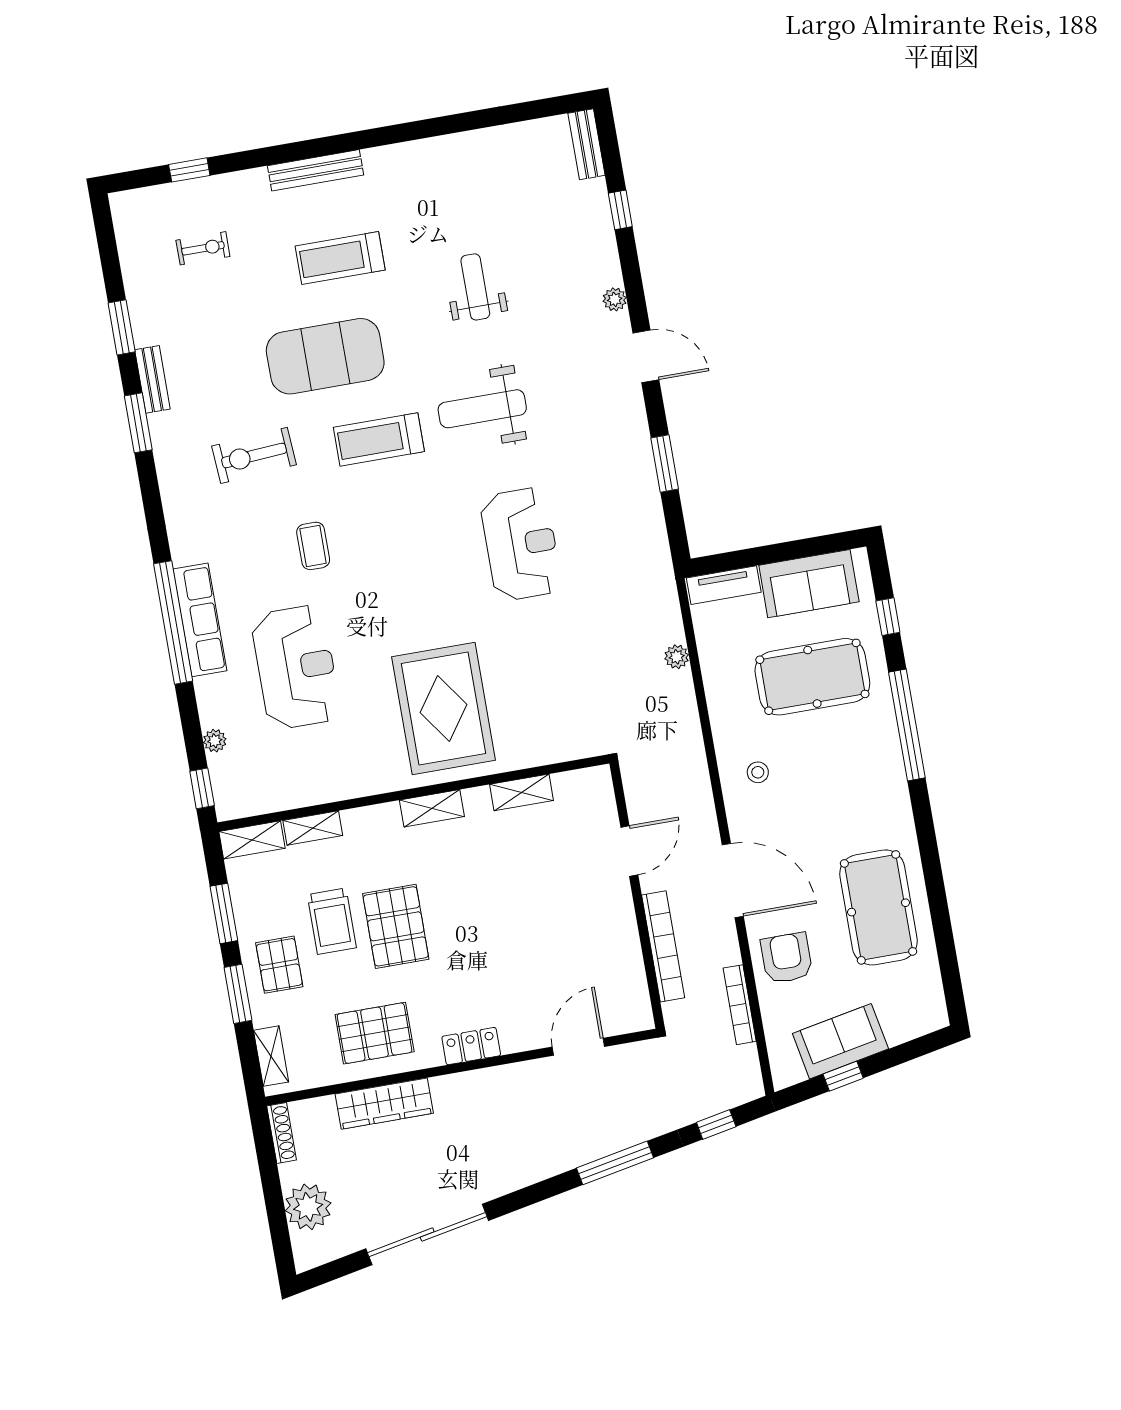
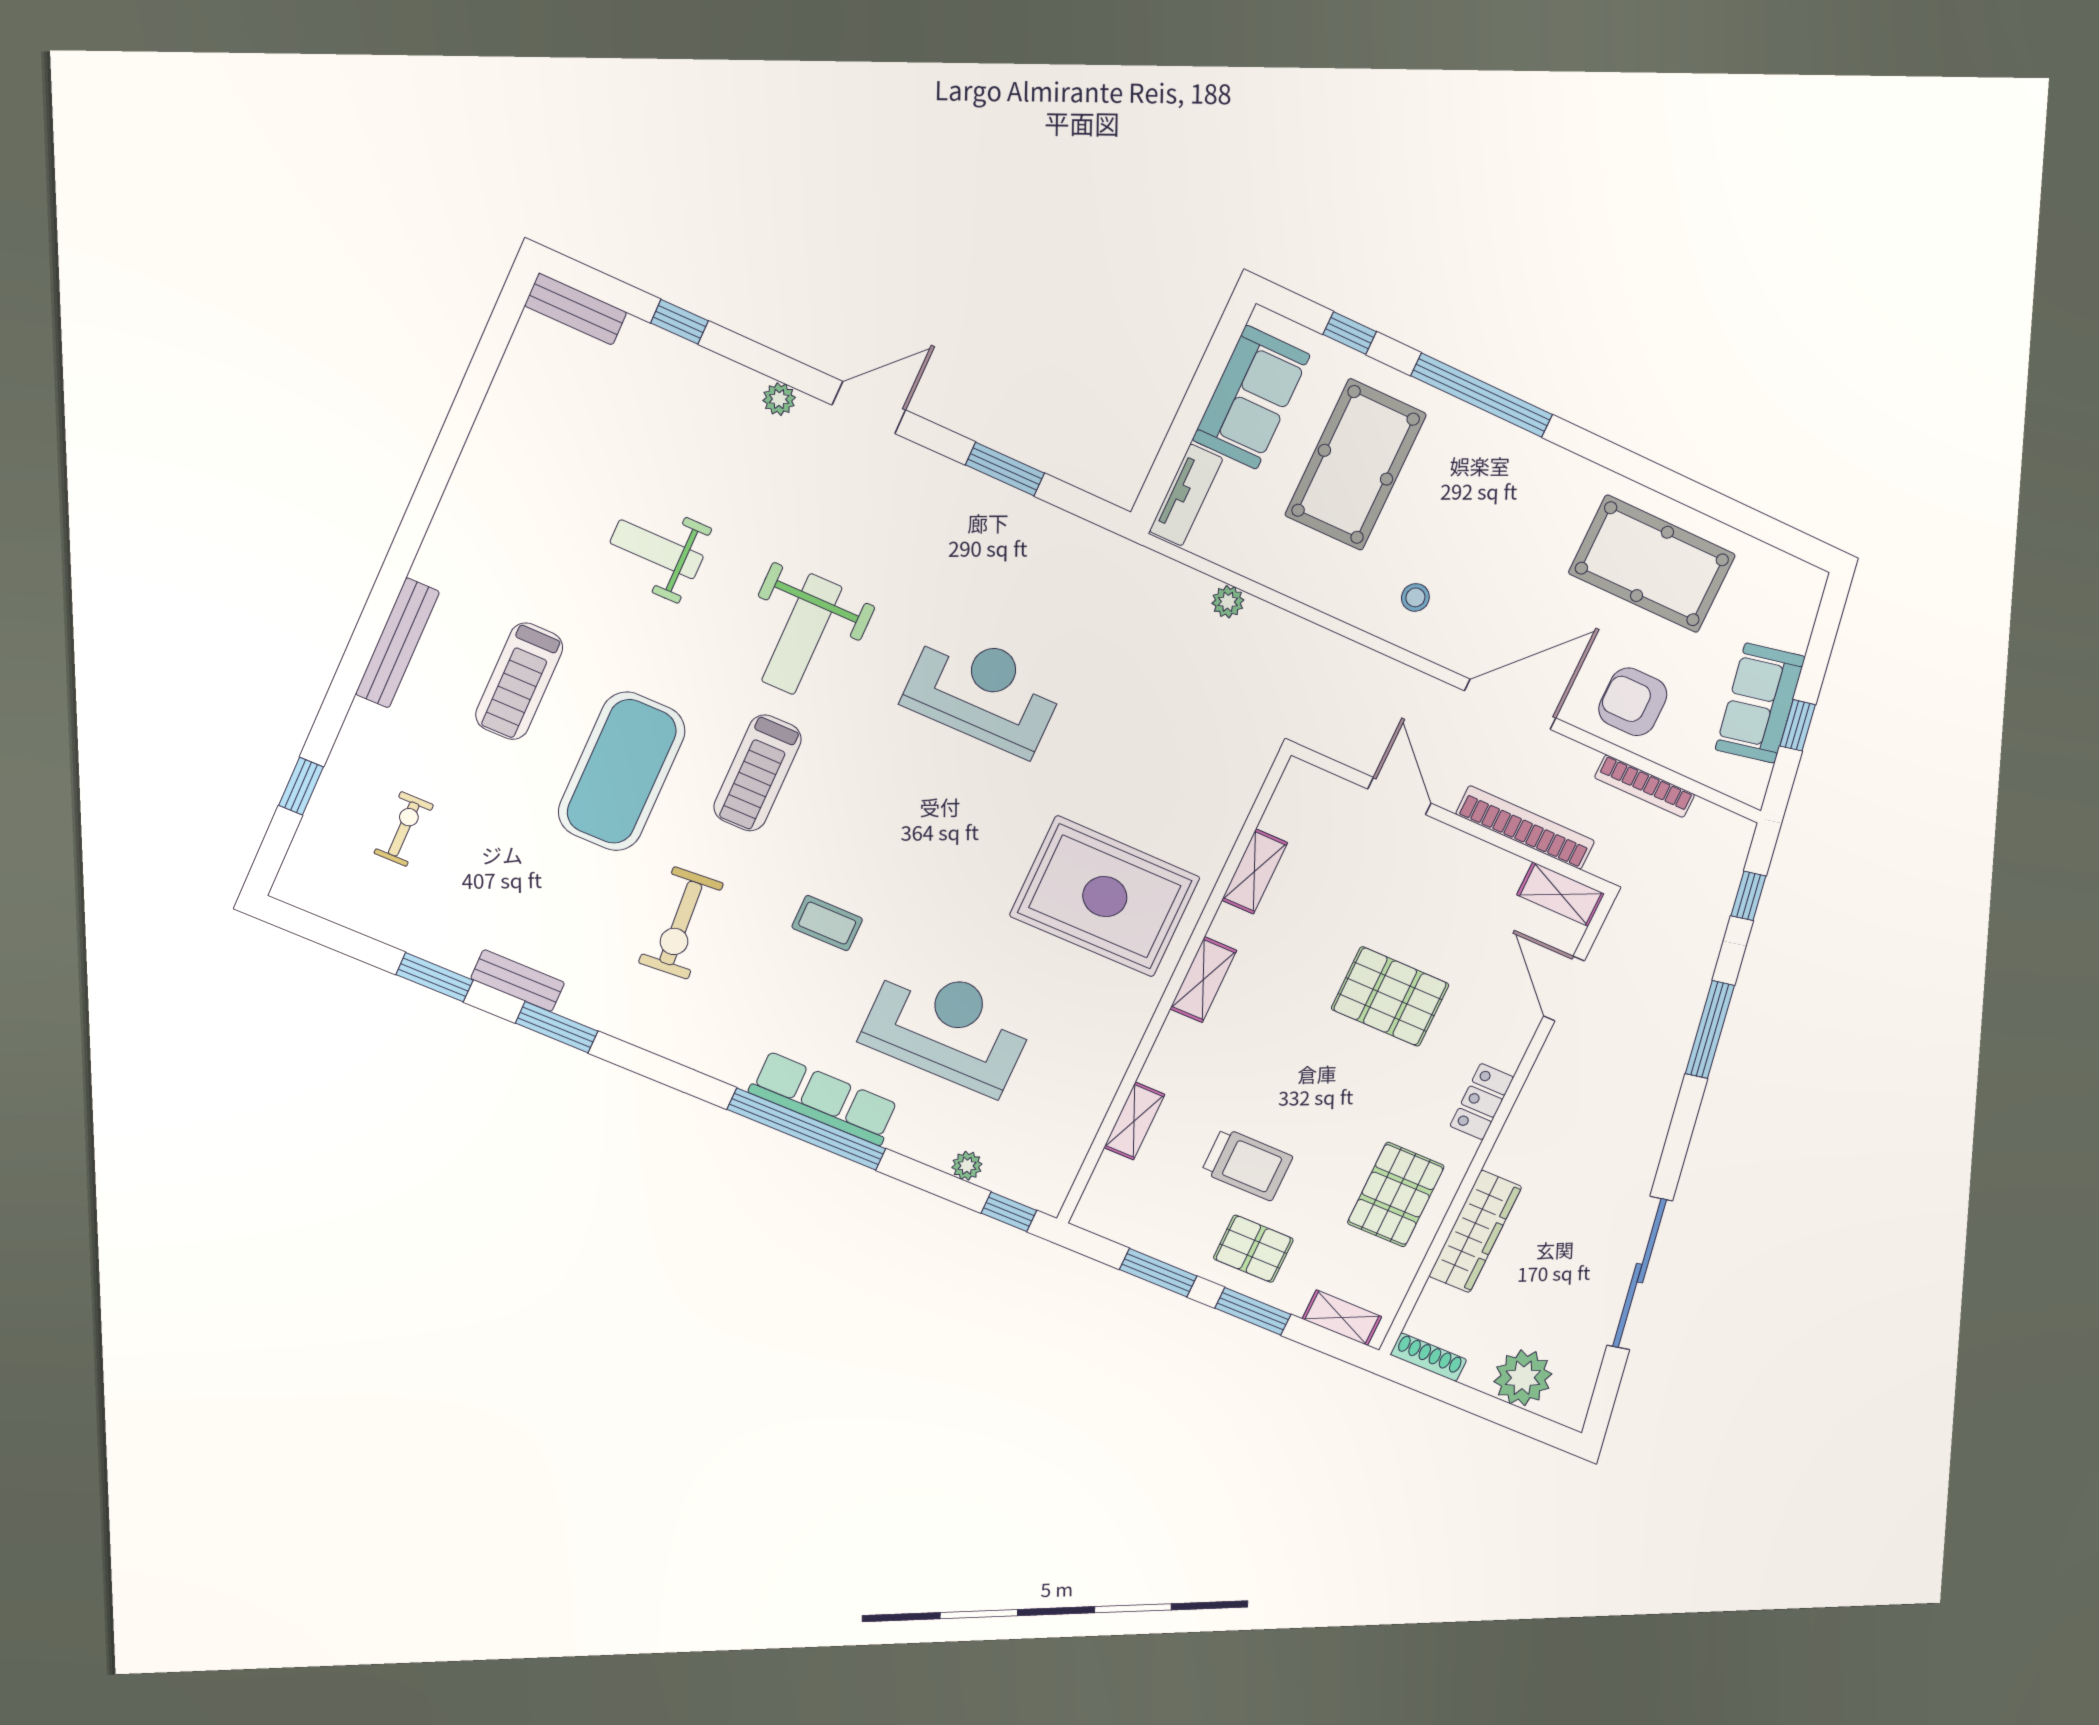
shelving: (252, 840) -> (1561, 894), moved, turned 90
pallet: (396, 926) -> (1390, 997), moved

